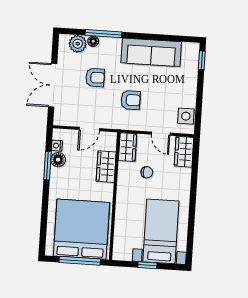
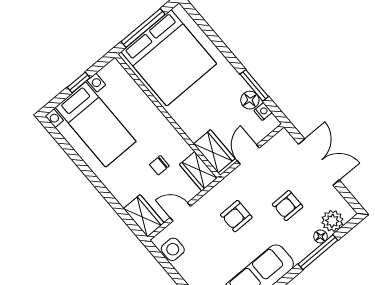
wardrobe: (106, 167) -> (214, 151), moved

